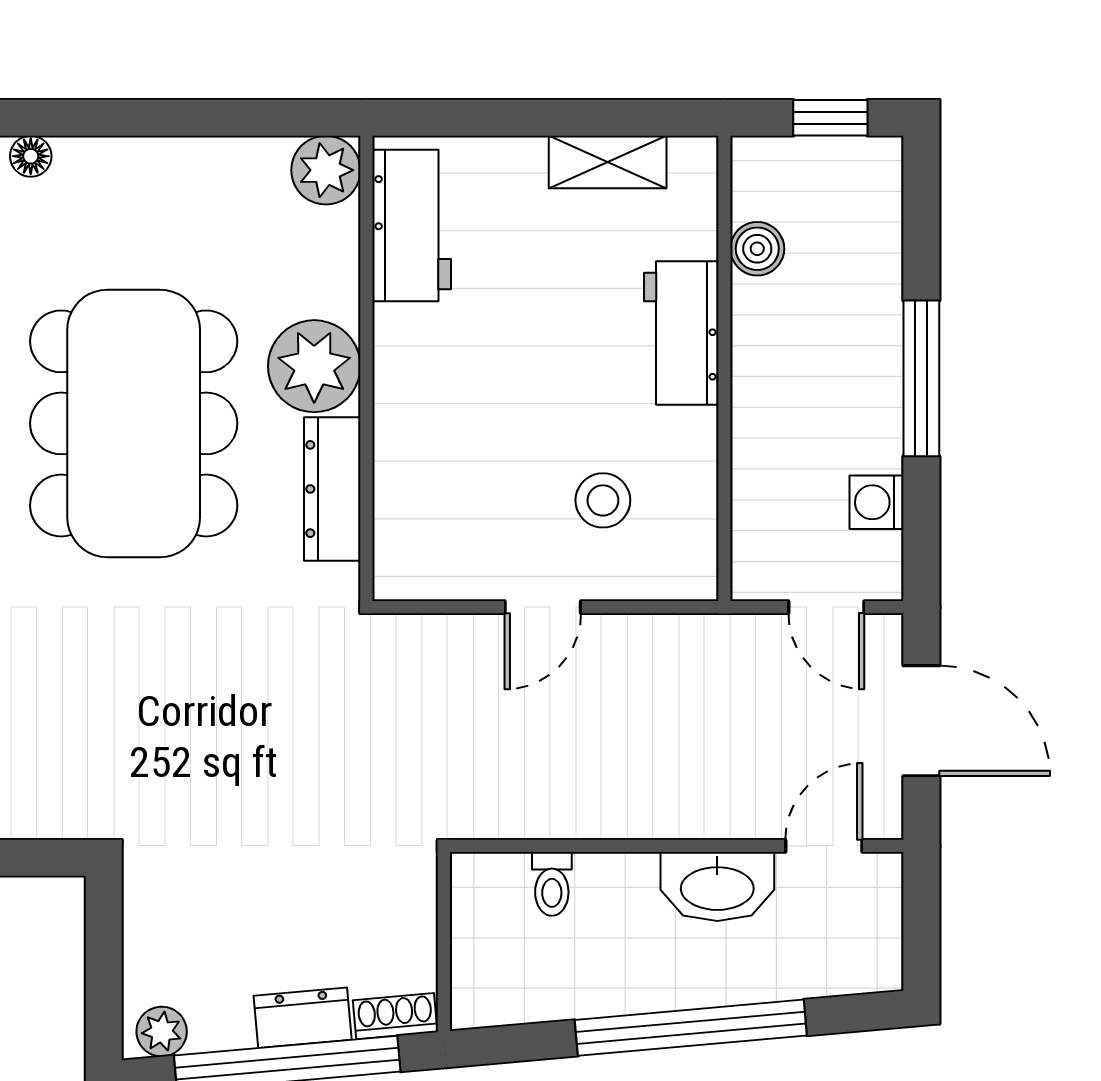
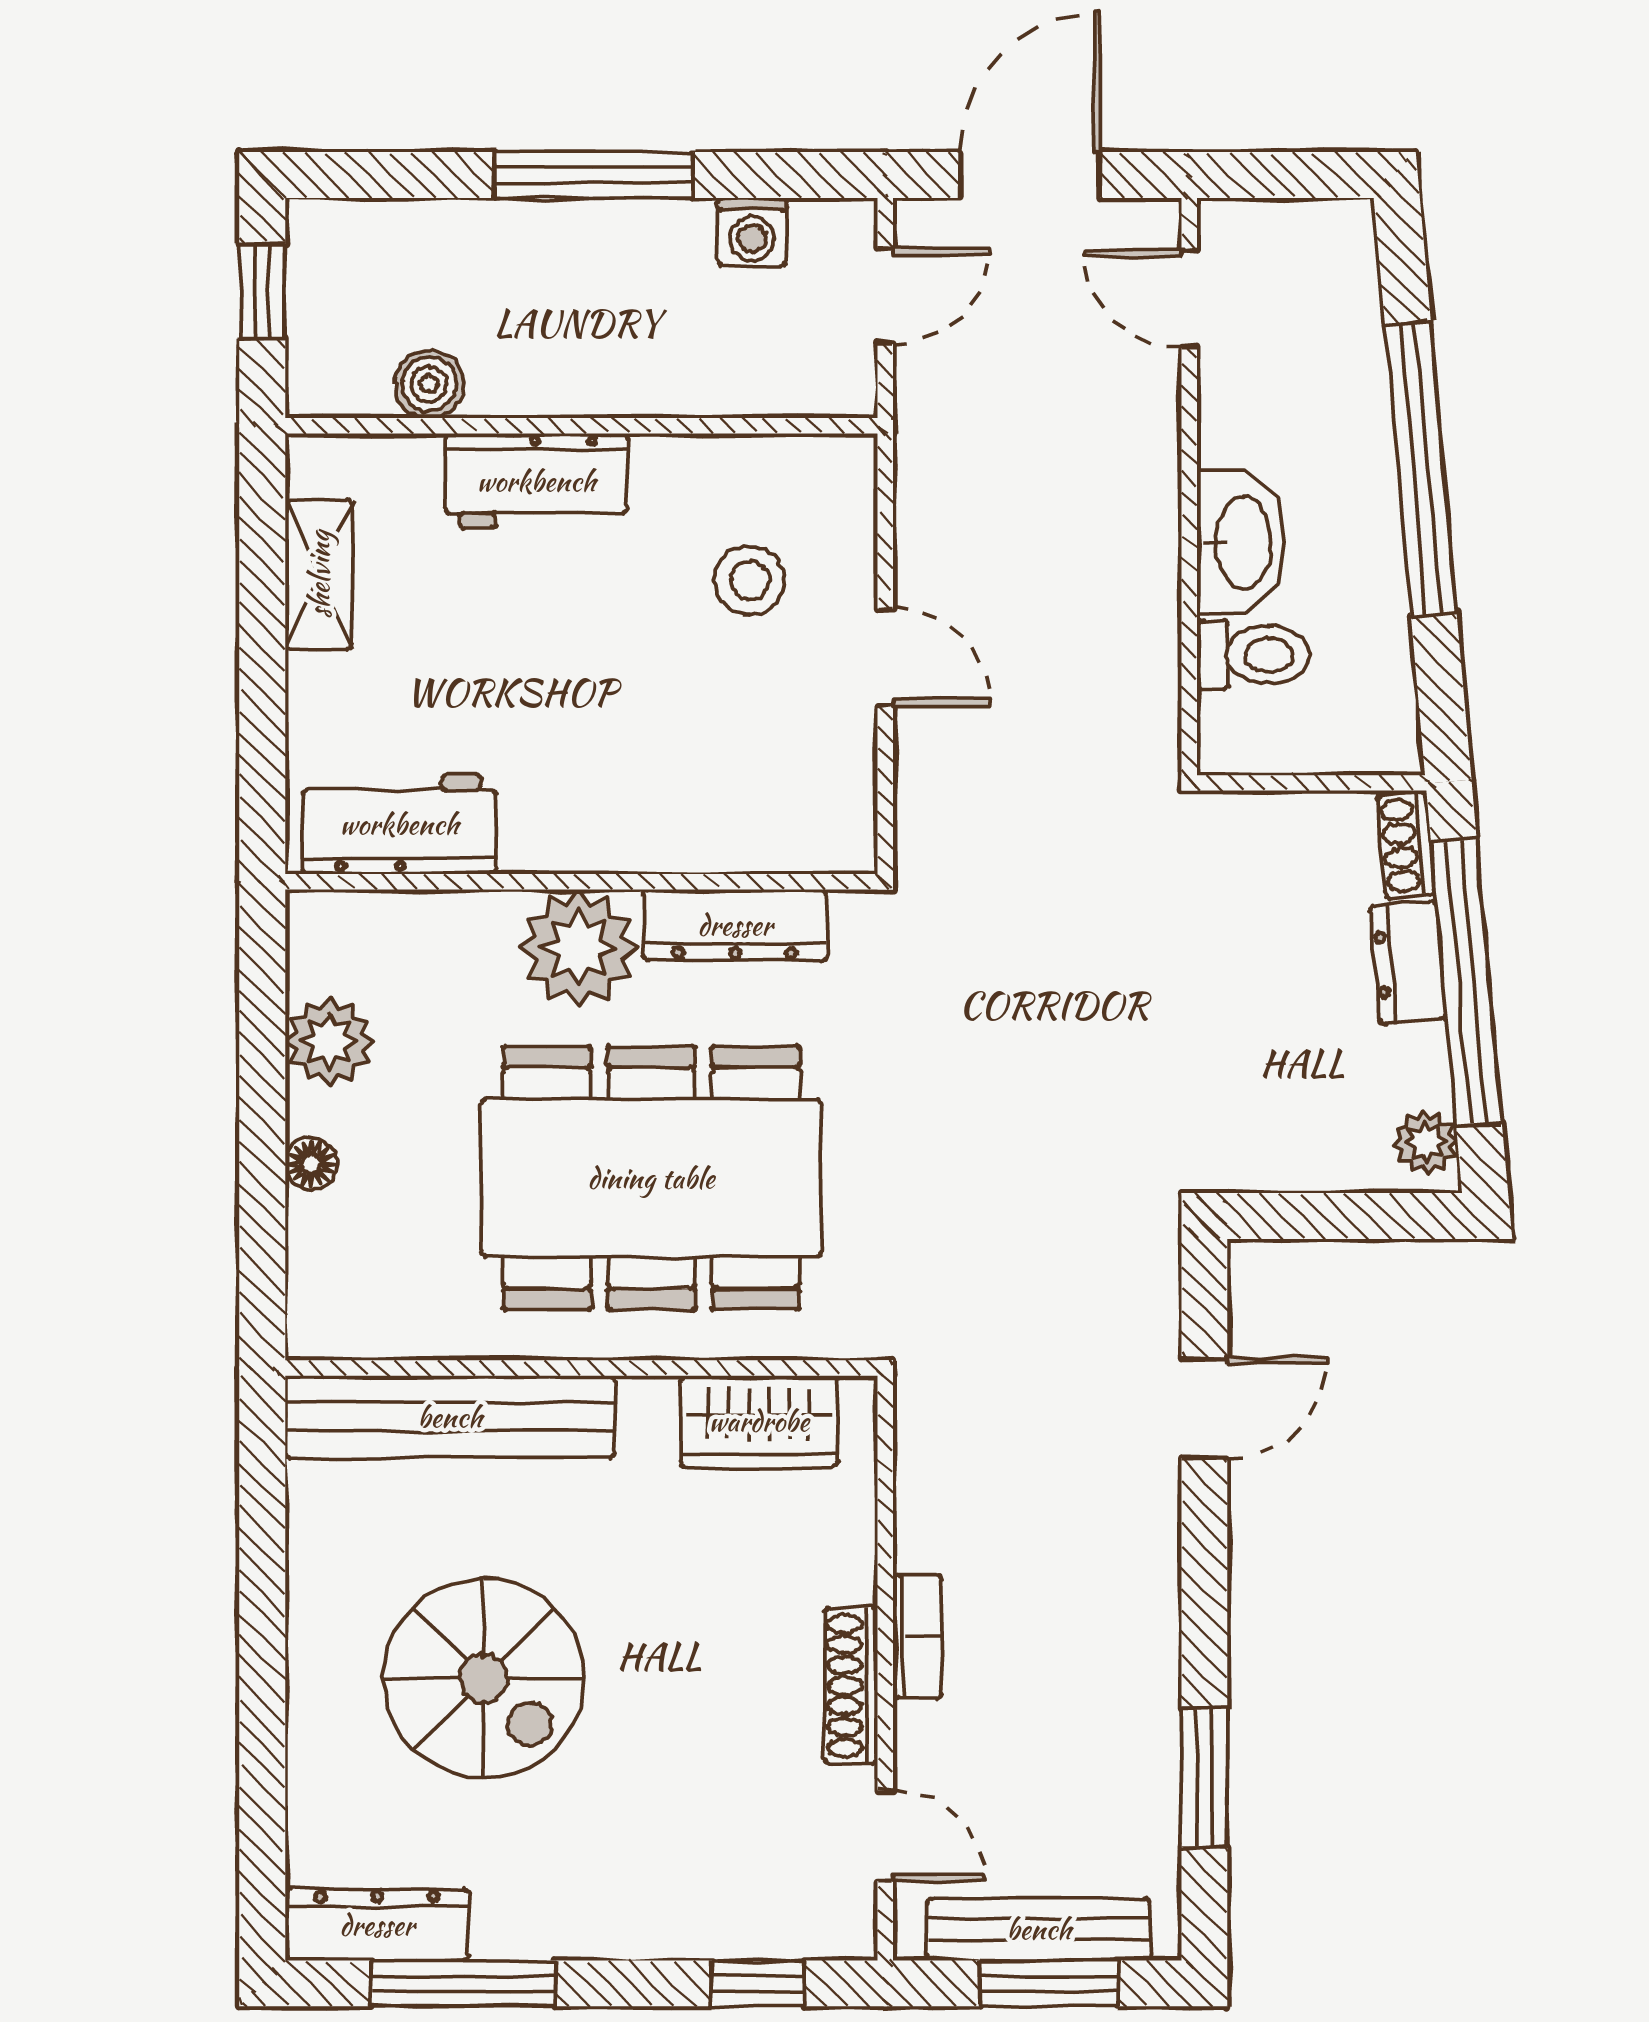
floor lamp: (31, 156) -> (311, 1164), moved
plant: (326, 170) -> (329, 1041), moved
toilet: (552, 884) -> (1253, 655), width x1.37, depth x1.39
washbasin: (717, 886) -> (1241, 542), moved

